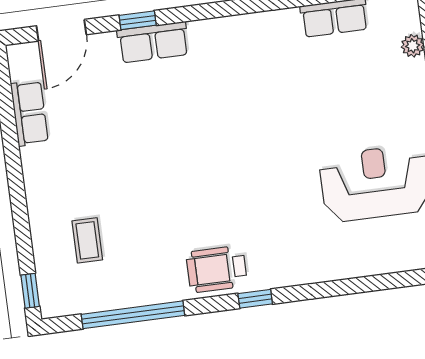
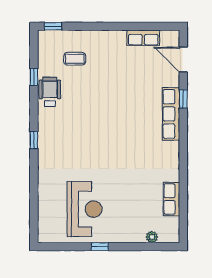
row of seats: (153, 42) -> (171, 114), width x1.48
wheelchair: (217, 269) -> (50, 92), moved
window: (133, 315) -> (34, 77), width x0.32

